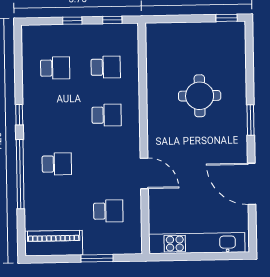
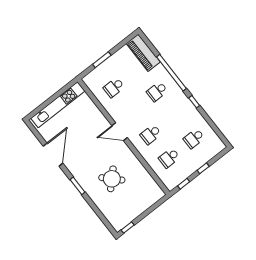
round table: (200, 96) -> (112, 179), turned 45
door: (144, 173) -> (120, 132), moved
door: (252, 184) -> (53, 155), hinge flipped
piano: (54, 243) -> (143, 53), moved, turned 90

